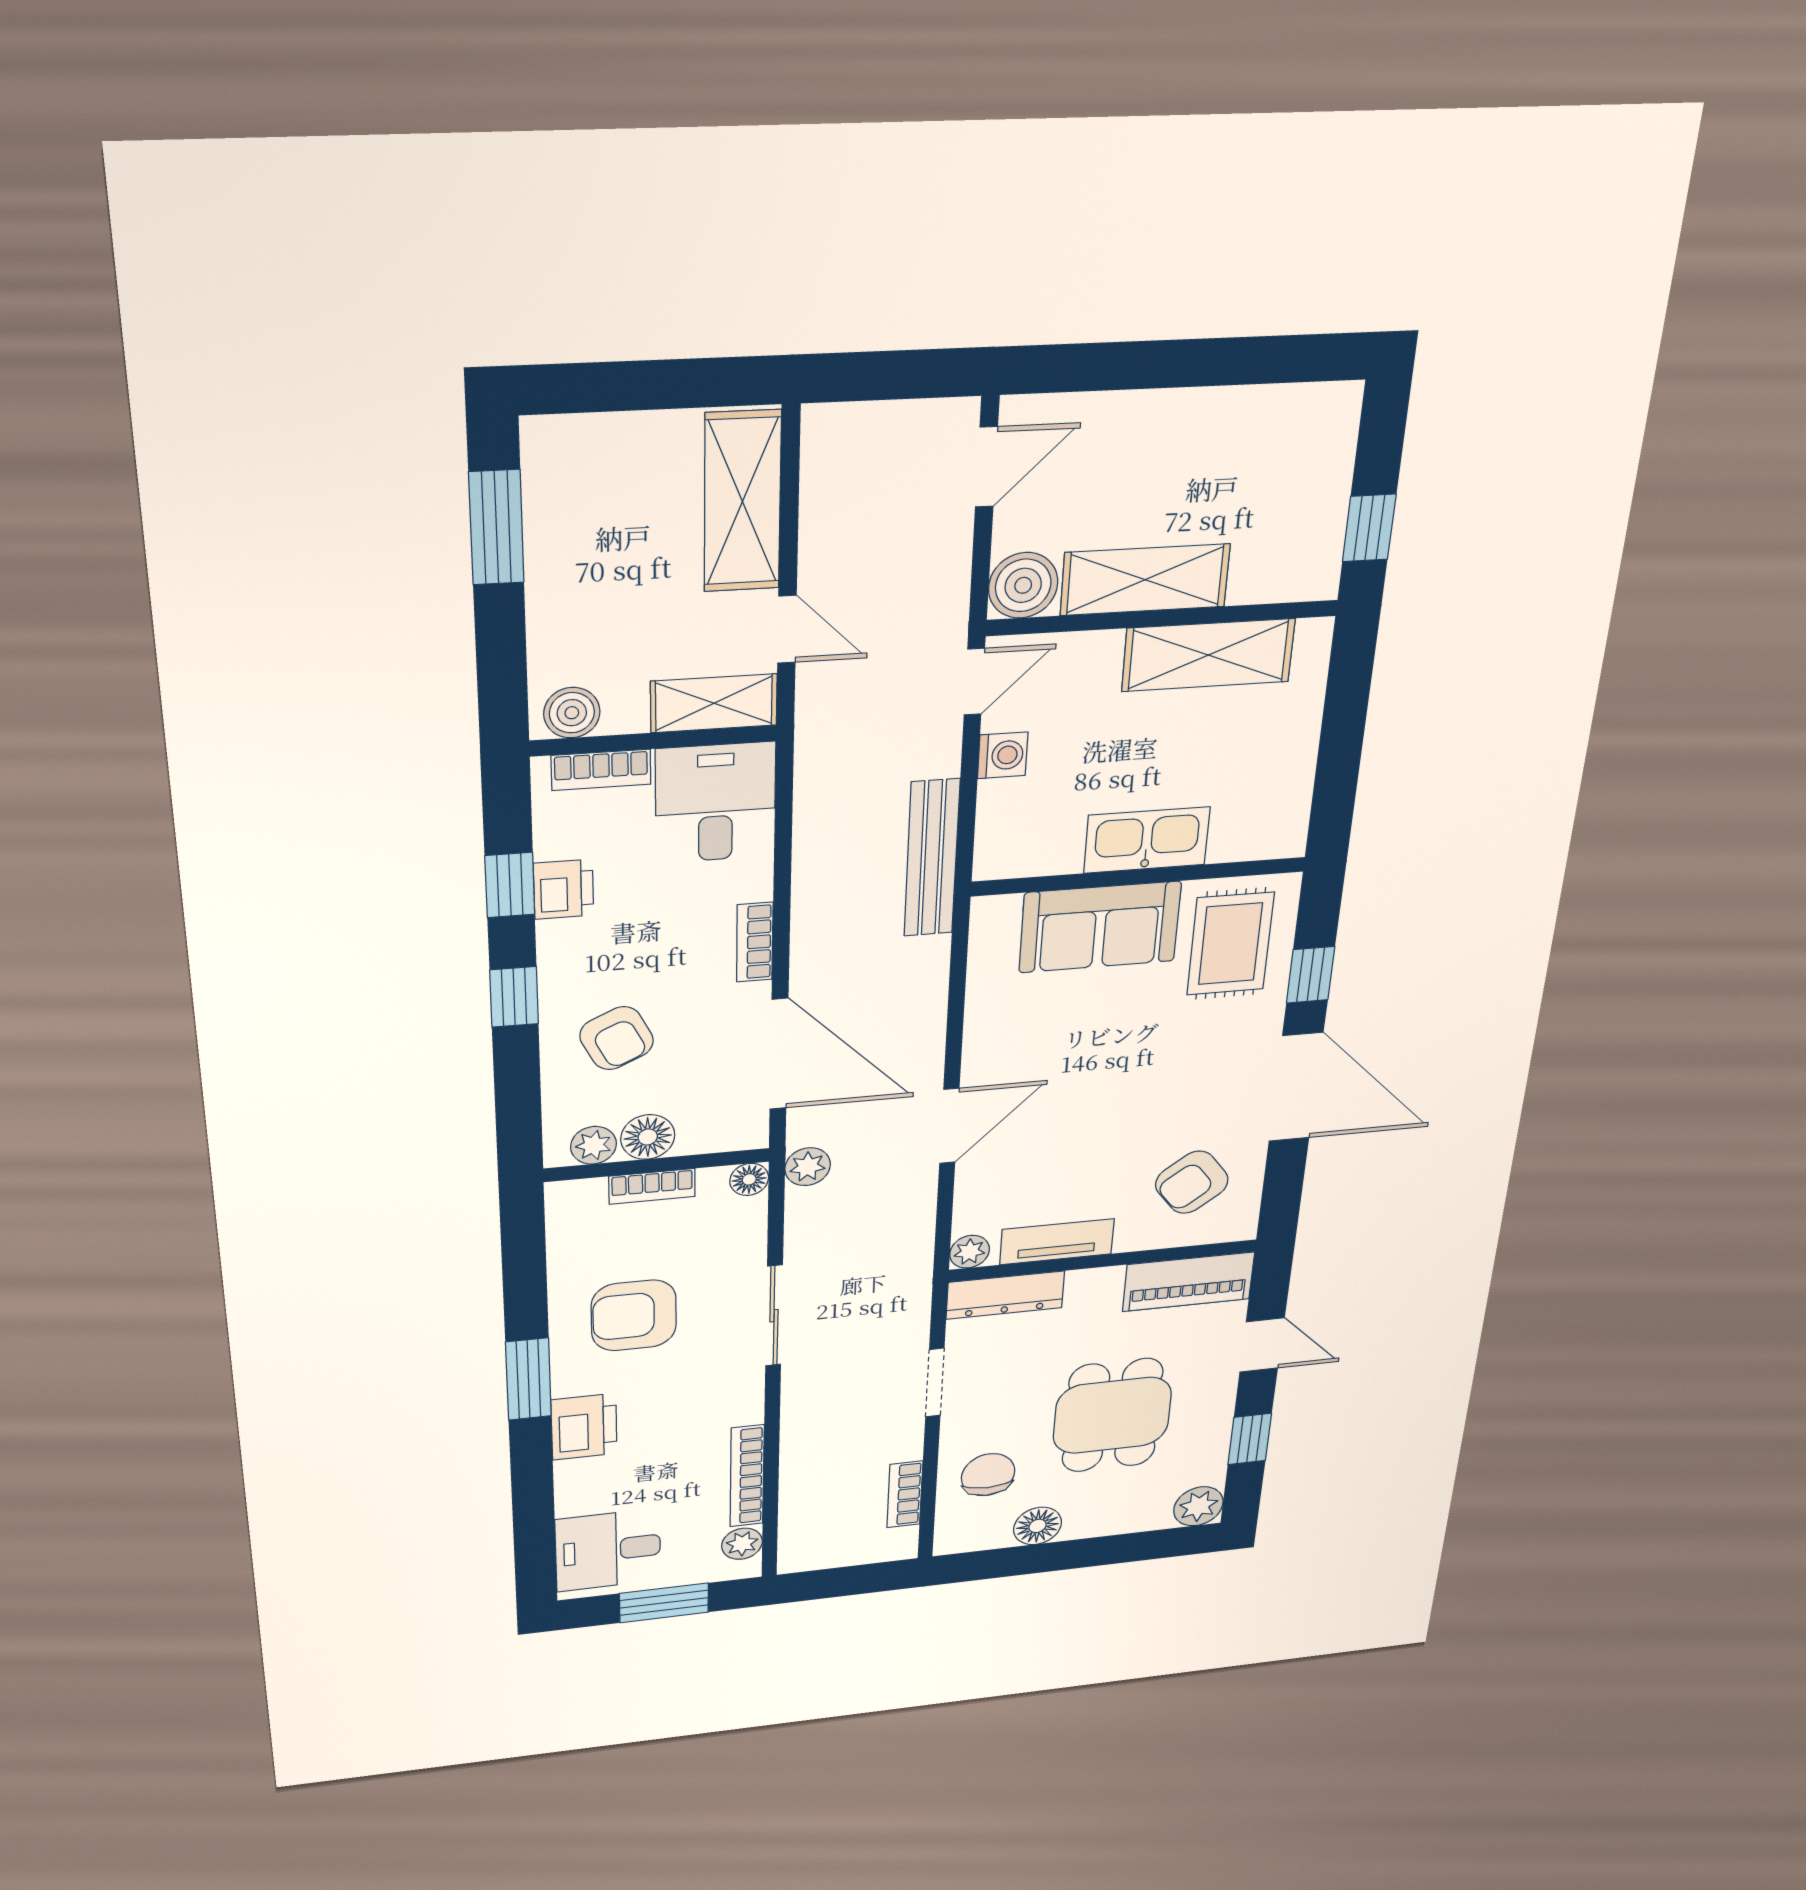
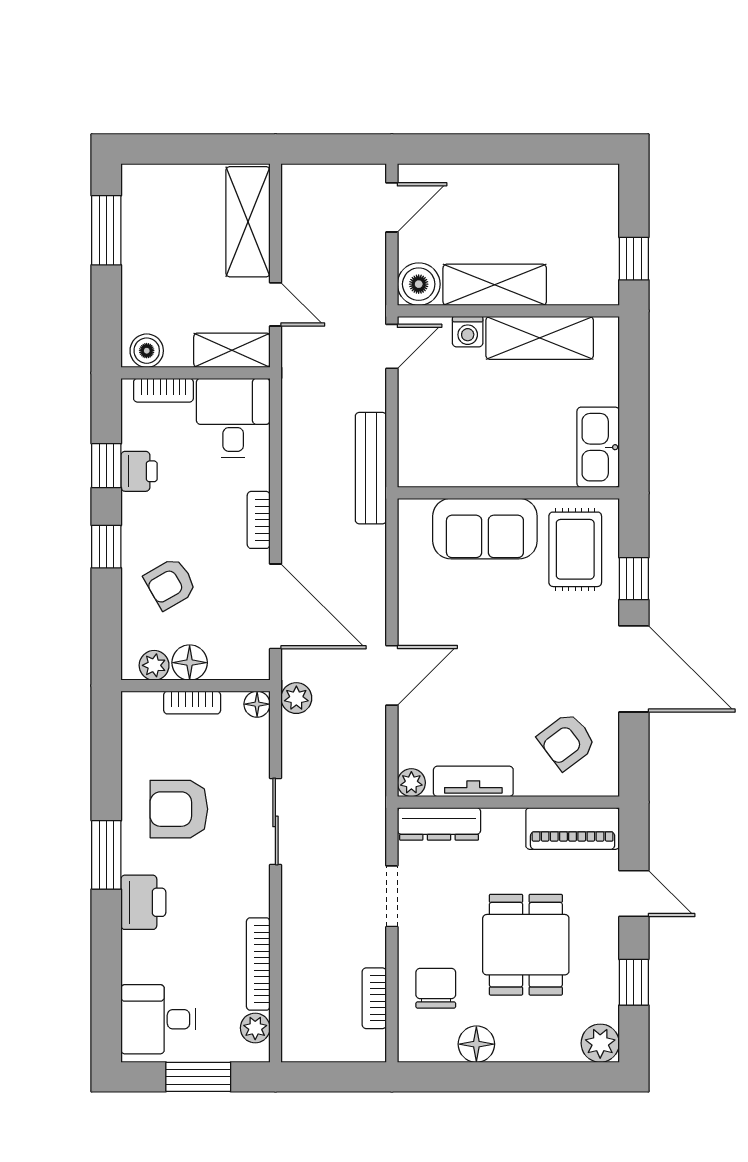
washing machine: (1003, 755) -> (468, 332), moved, turned 90
kitchen sink: (1147, 840) -> (598, 447), moved, turned -90
armchair: (617, 1038) -> (170, 584), turned 86

